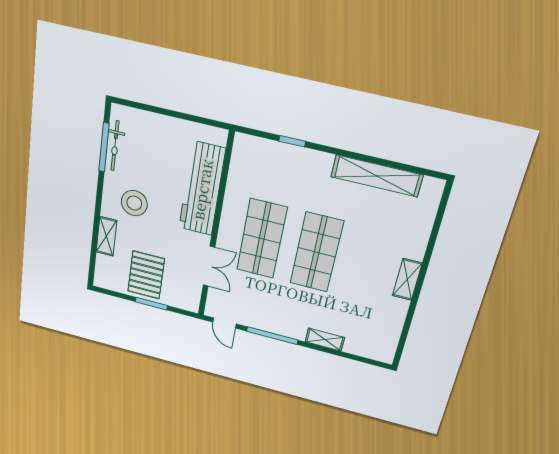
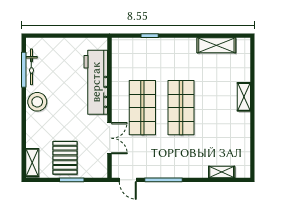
shelving: (377, 176) -> (216, 45), width x0.68
stool: (134, 203) -> (37, 102), moved
shelving: (106, 236) -> (32, 163), moved
shelving: (407, 279) -> (244, 97), moved
shelving: (325, 340) -> (222, 172), moved

